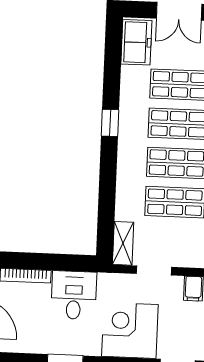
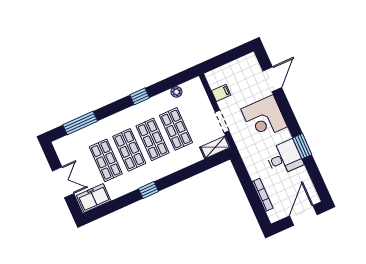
desk: (74, 295) -> (284, 158), moved, turned 180

